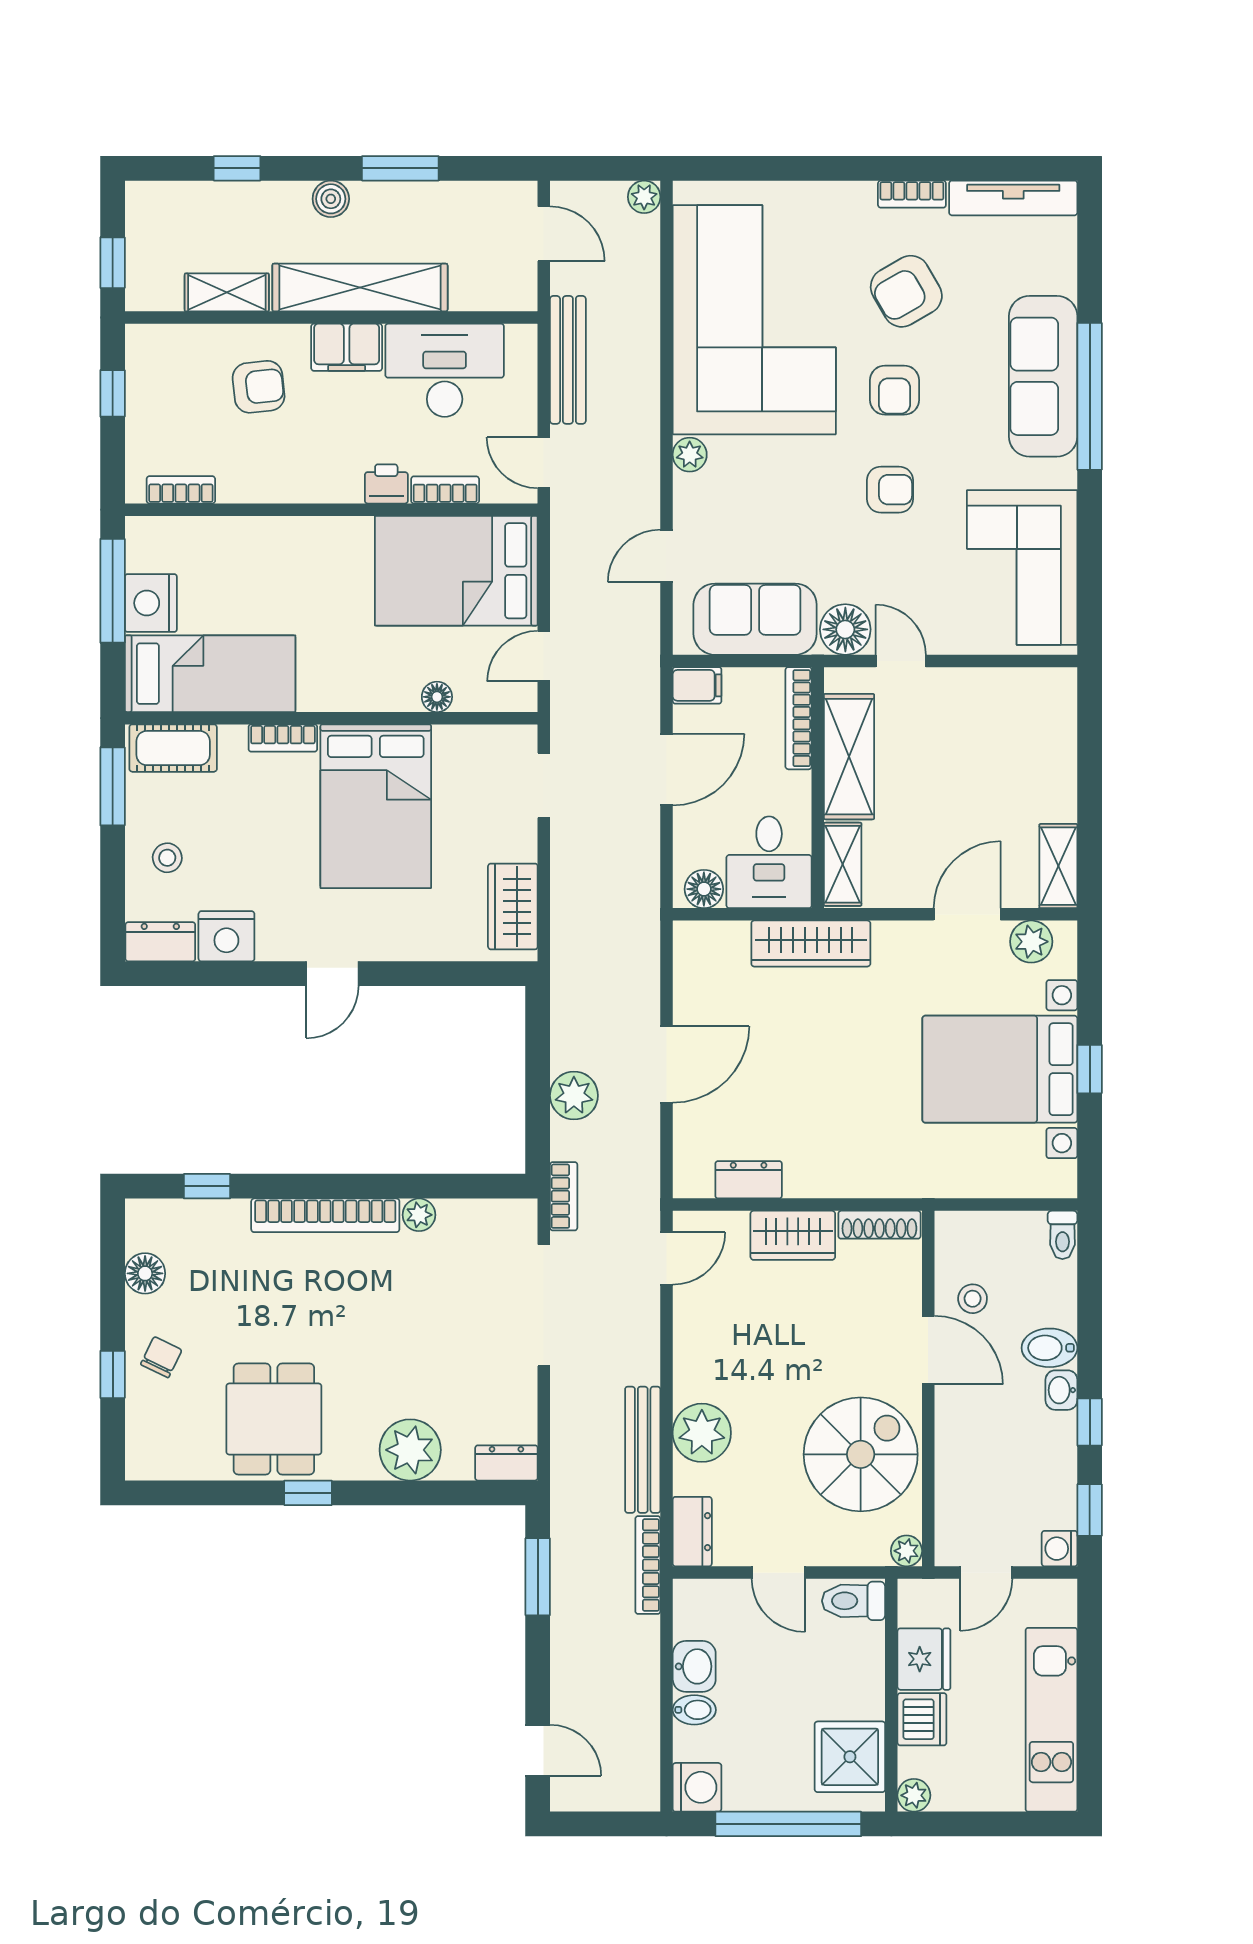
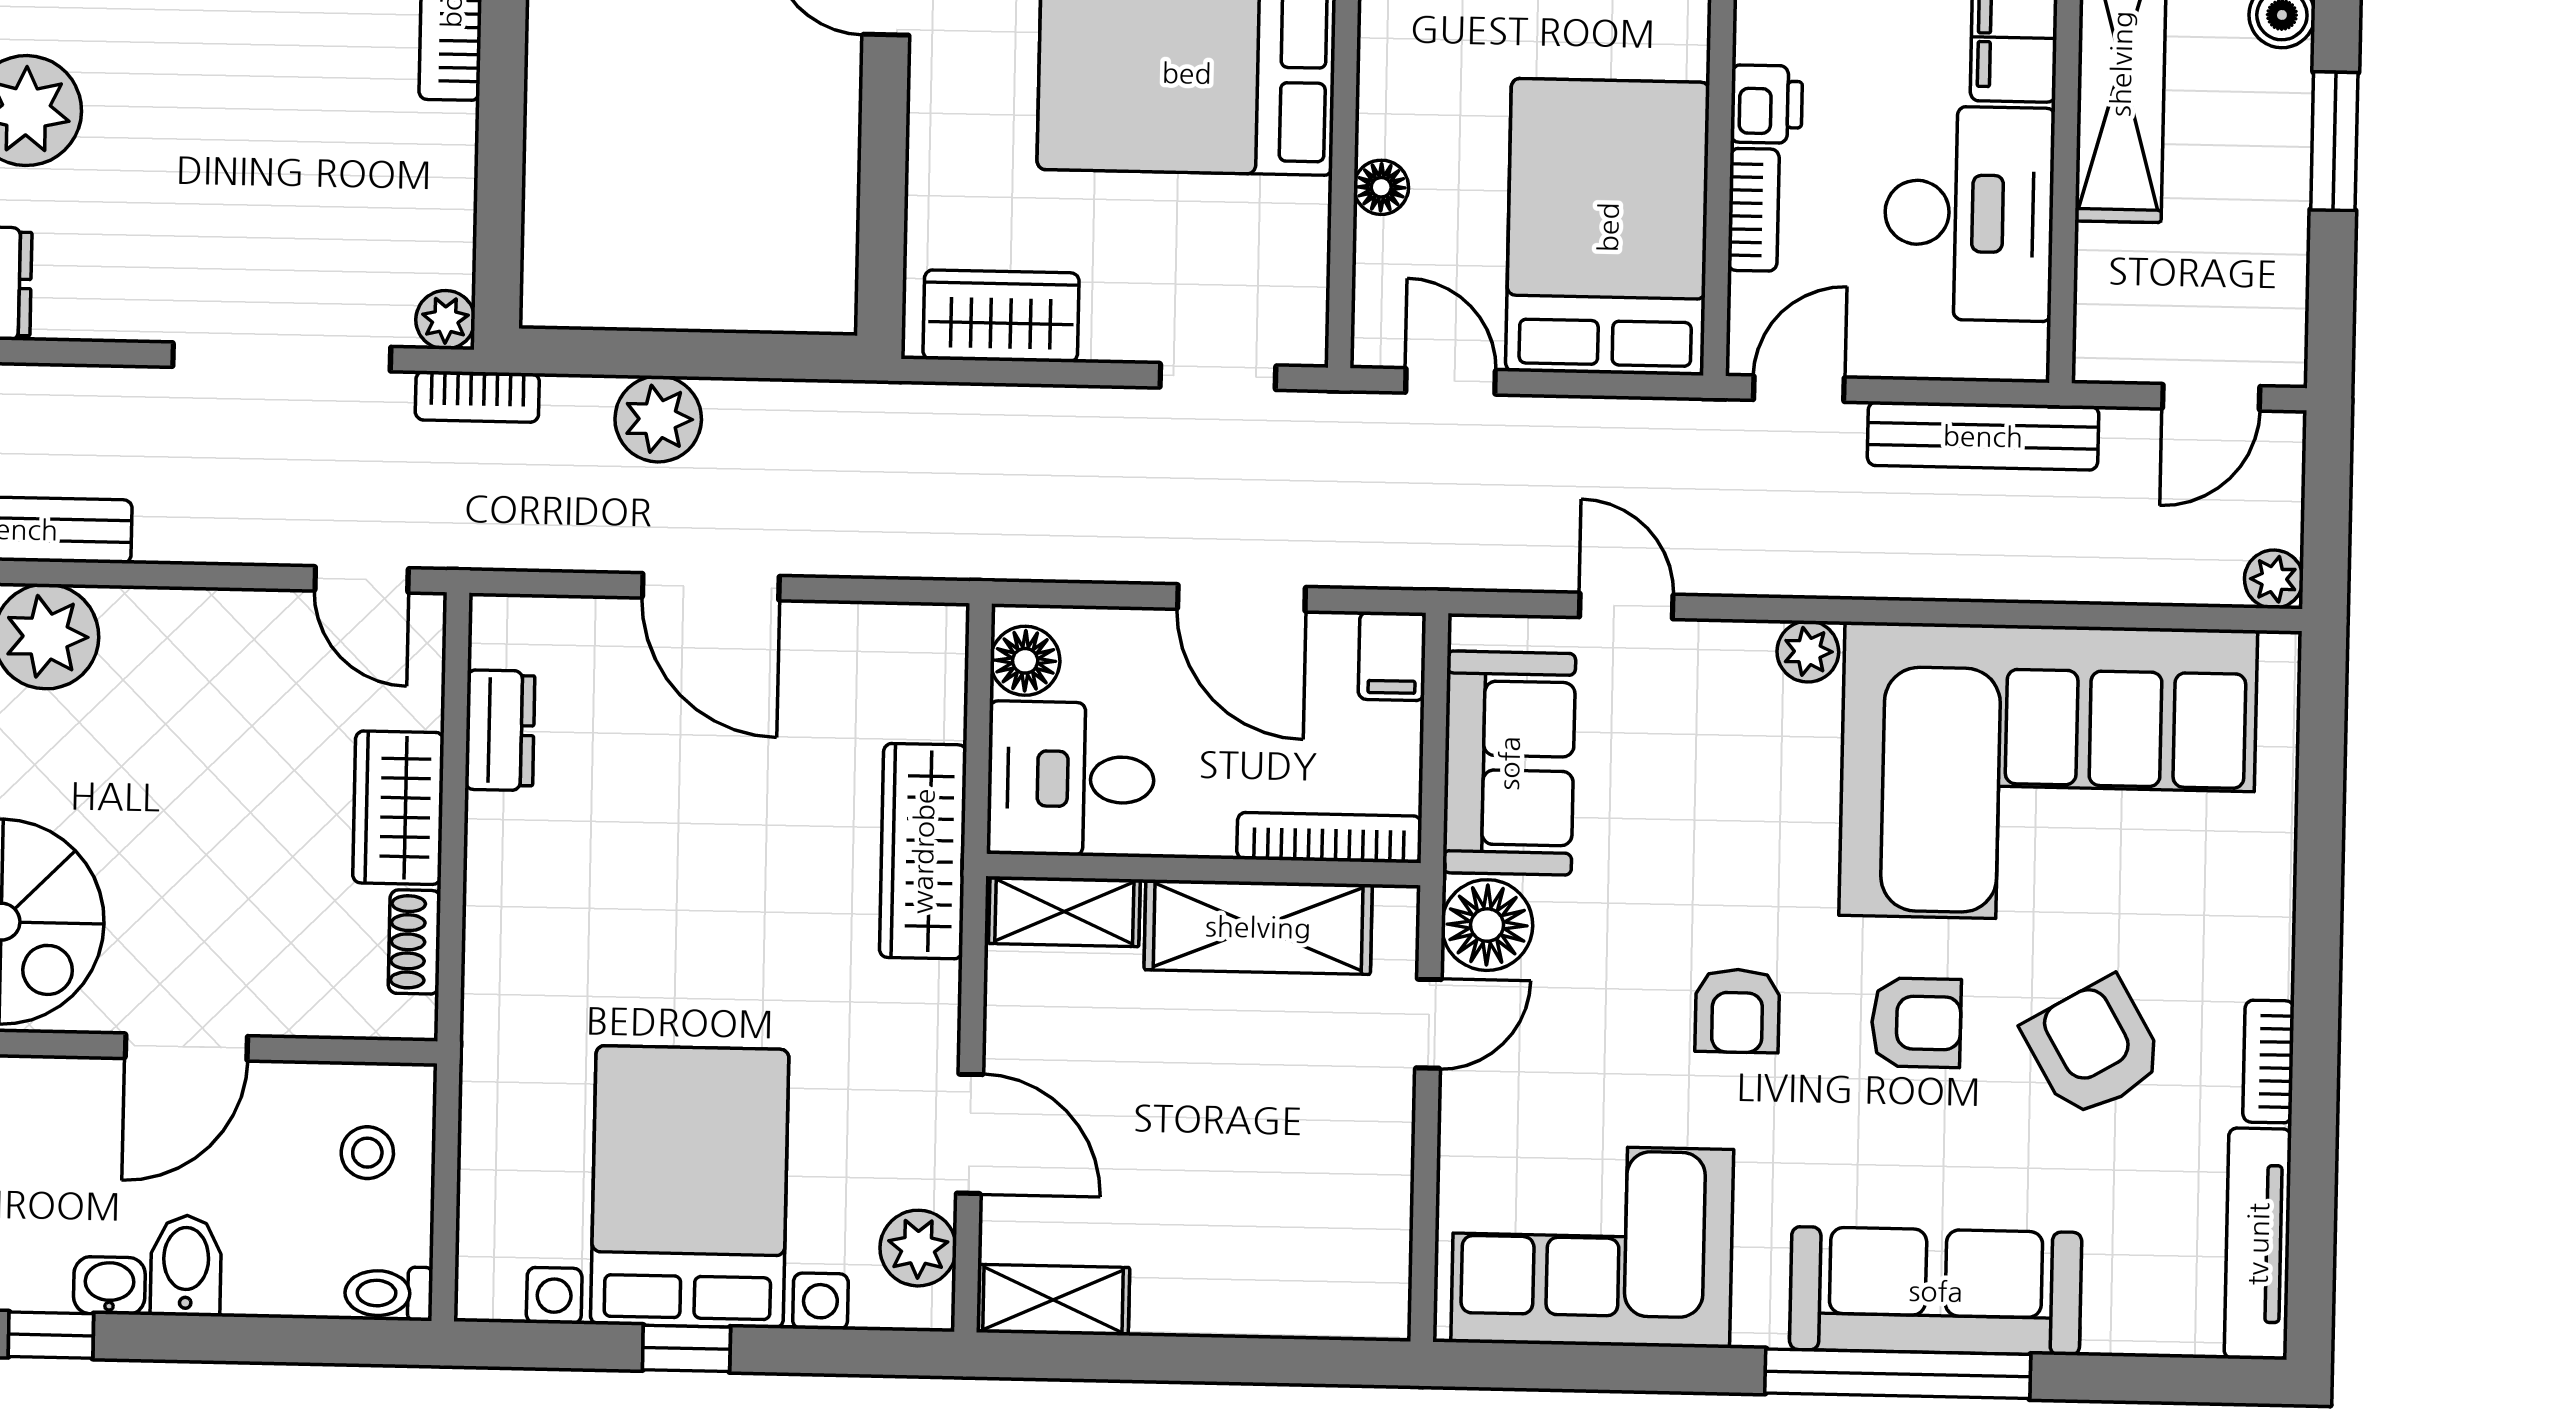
armchair: (894, 390) -> (1916, 1023), turned 180
plant: (419, 1215) -> (445, 320), moved
shoe rack: (879, 1225) -> (415, 942), width x0.70
stool: (973, 1299) -> (367, 1153), moved

